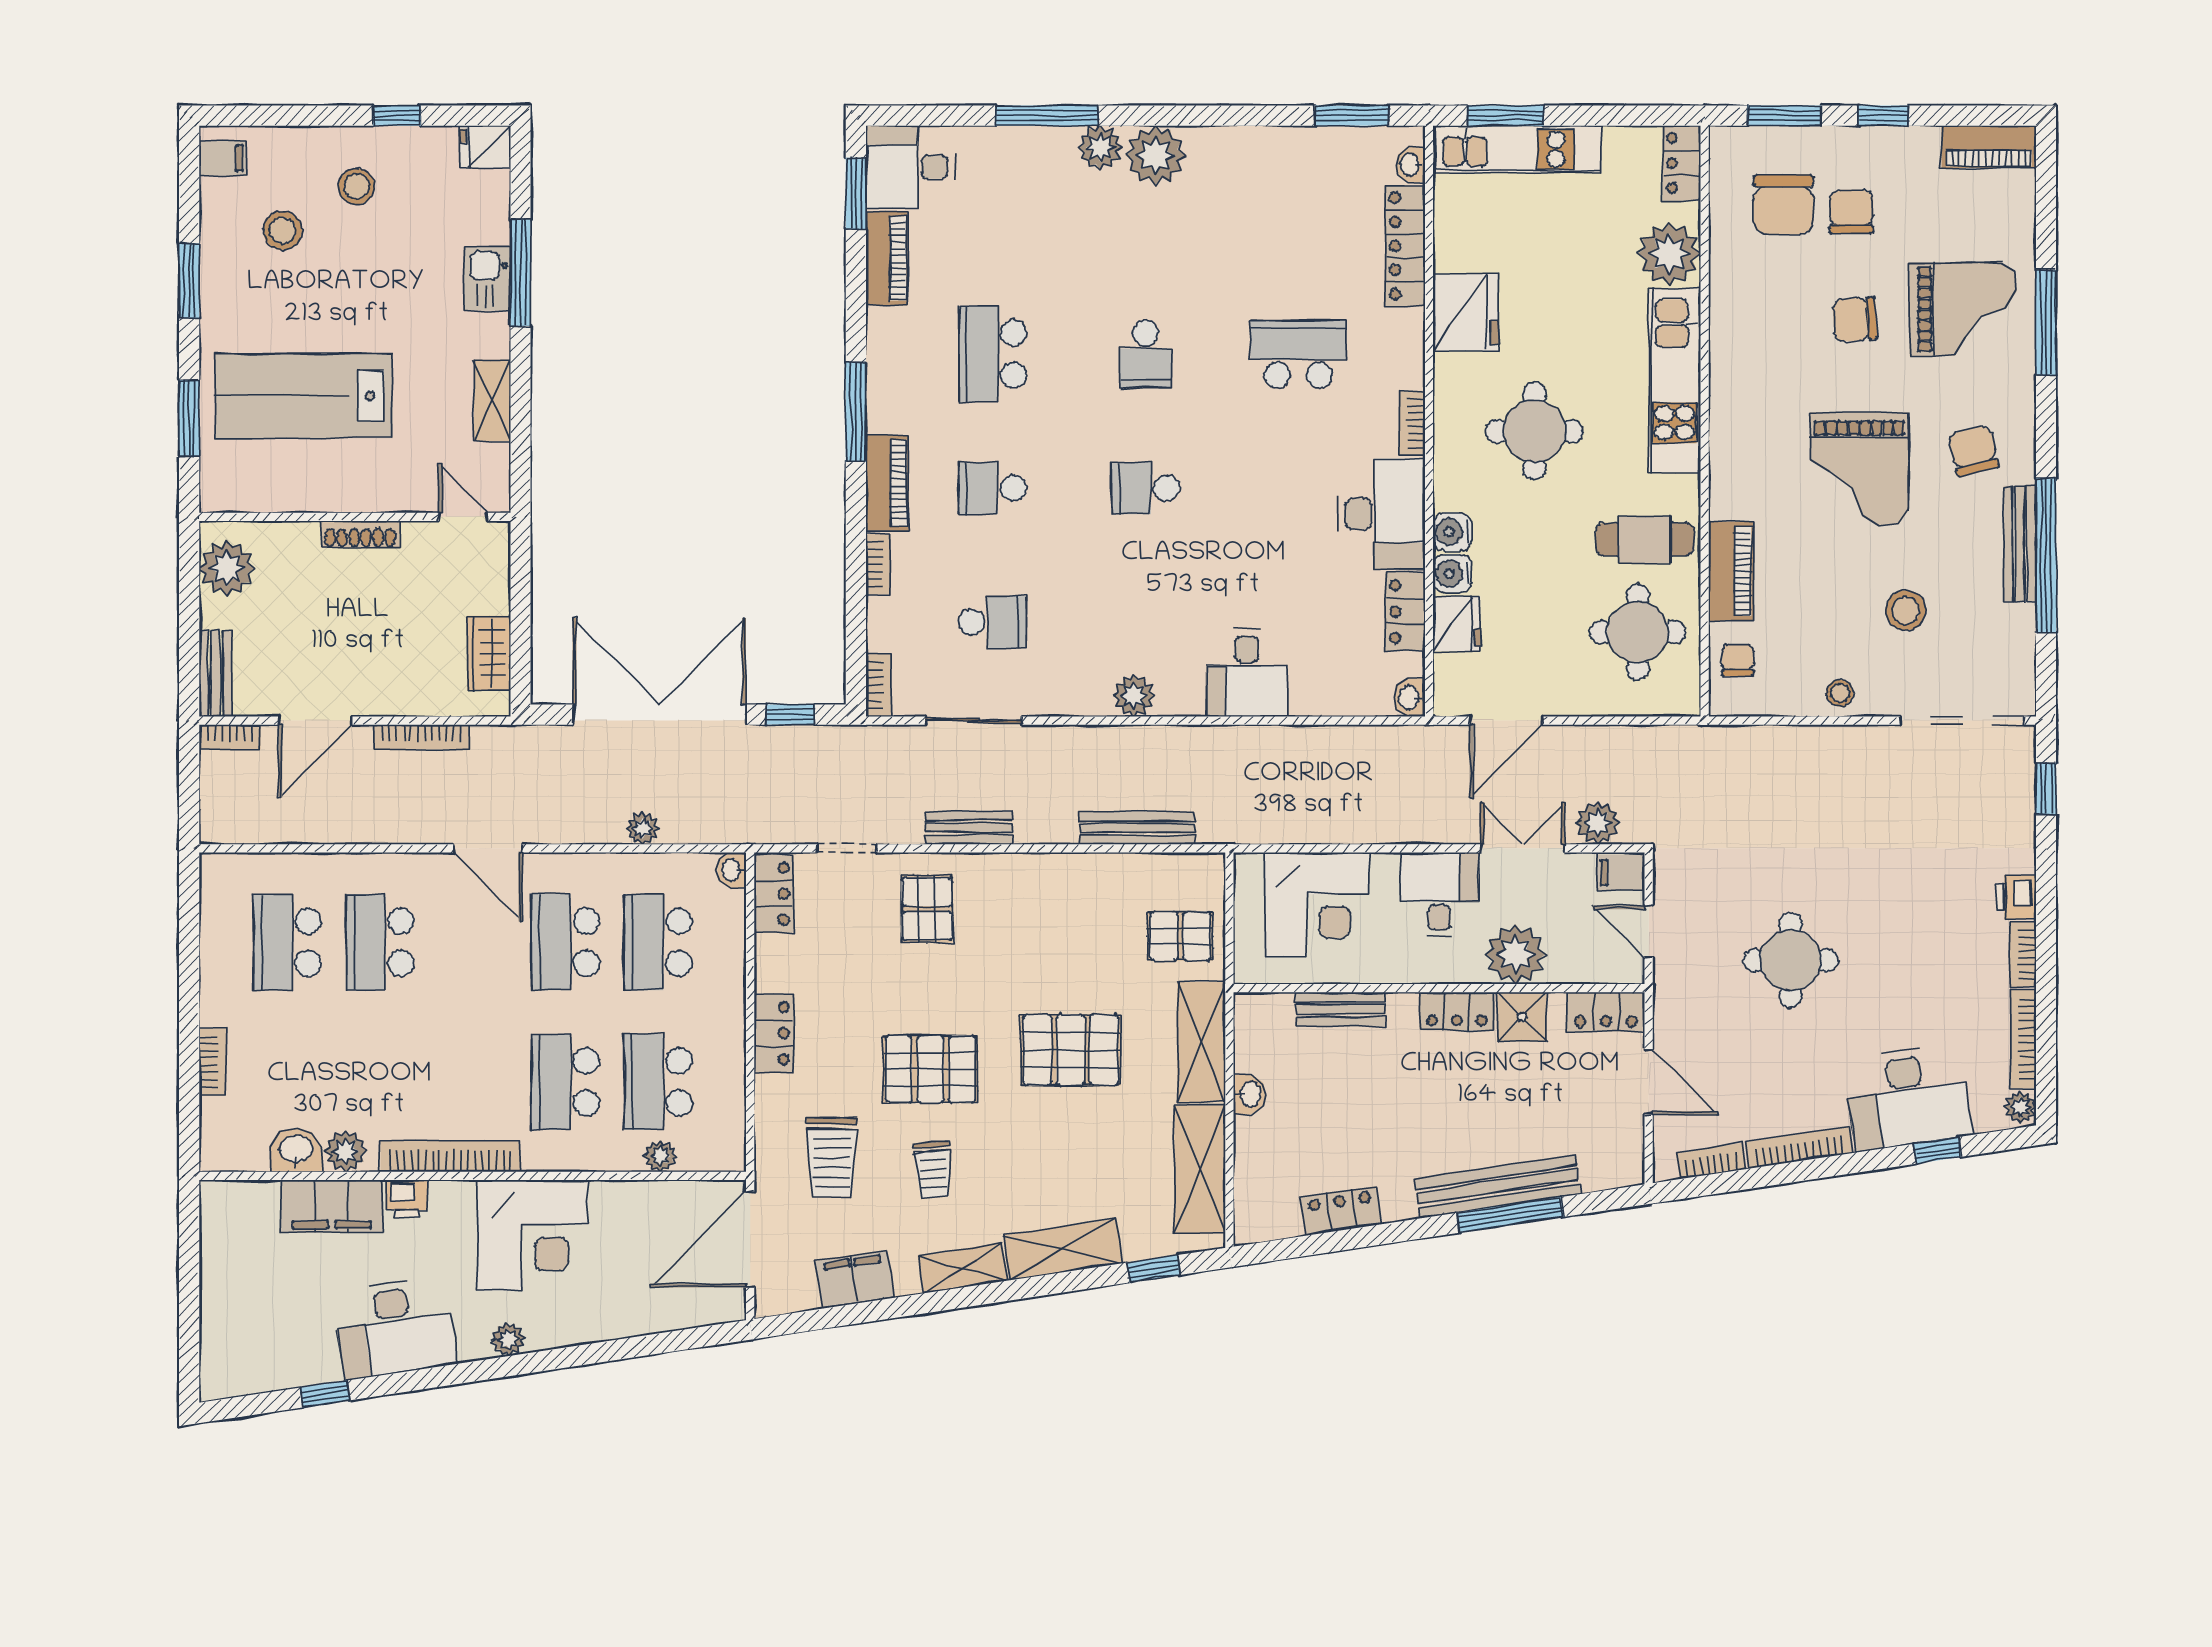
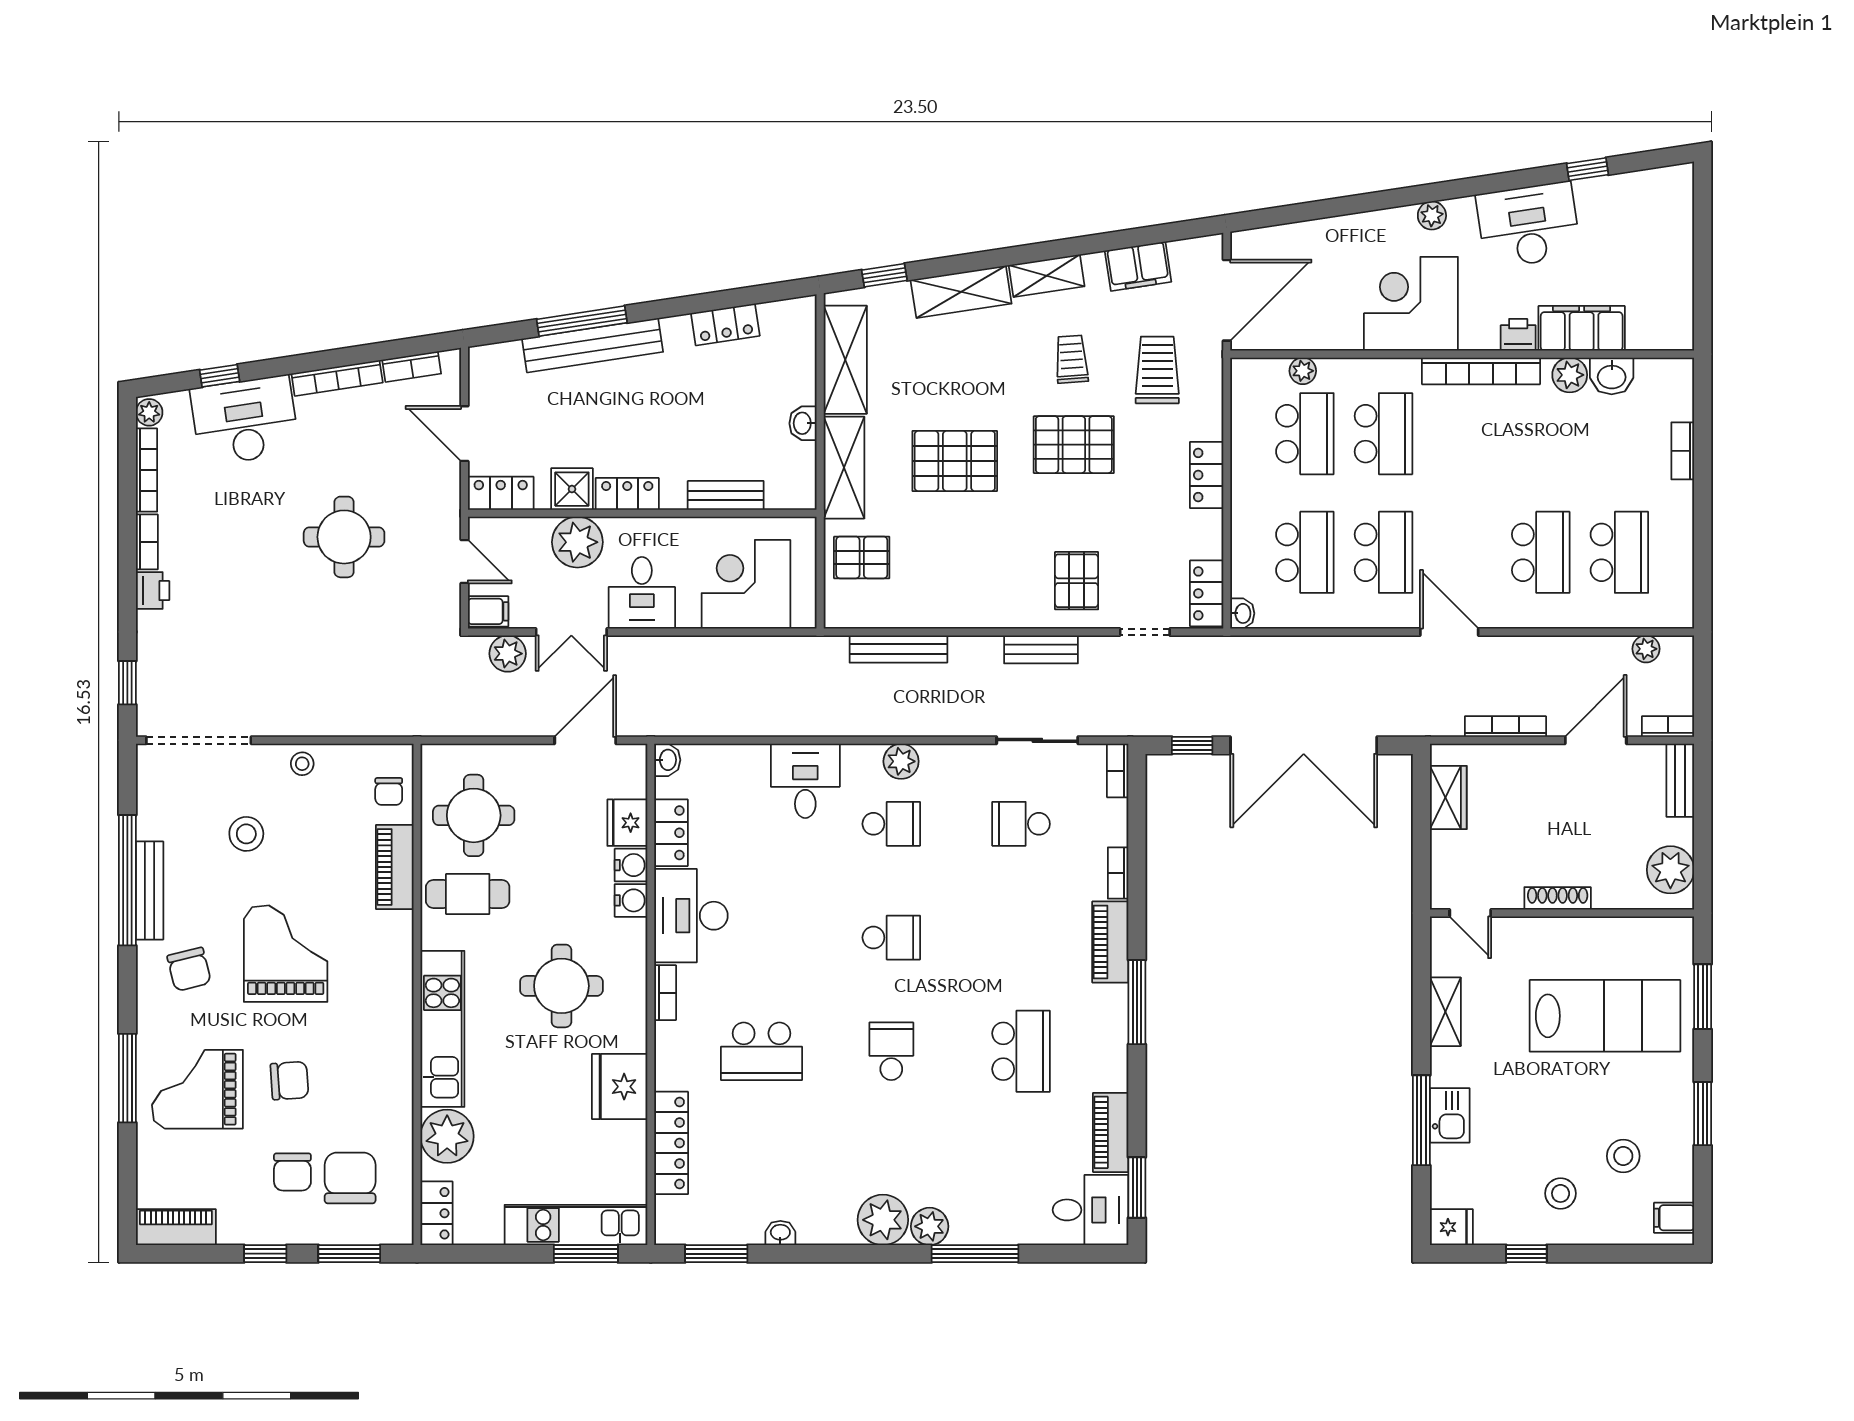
washbasin: (1411, 165) -> (780, 1233), moved, turned -90
school desk: (993, 488) -> (891, 824), moved
plant: (643, 828) -> (1646, 649), moved

